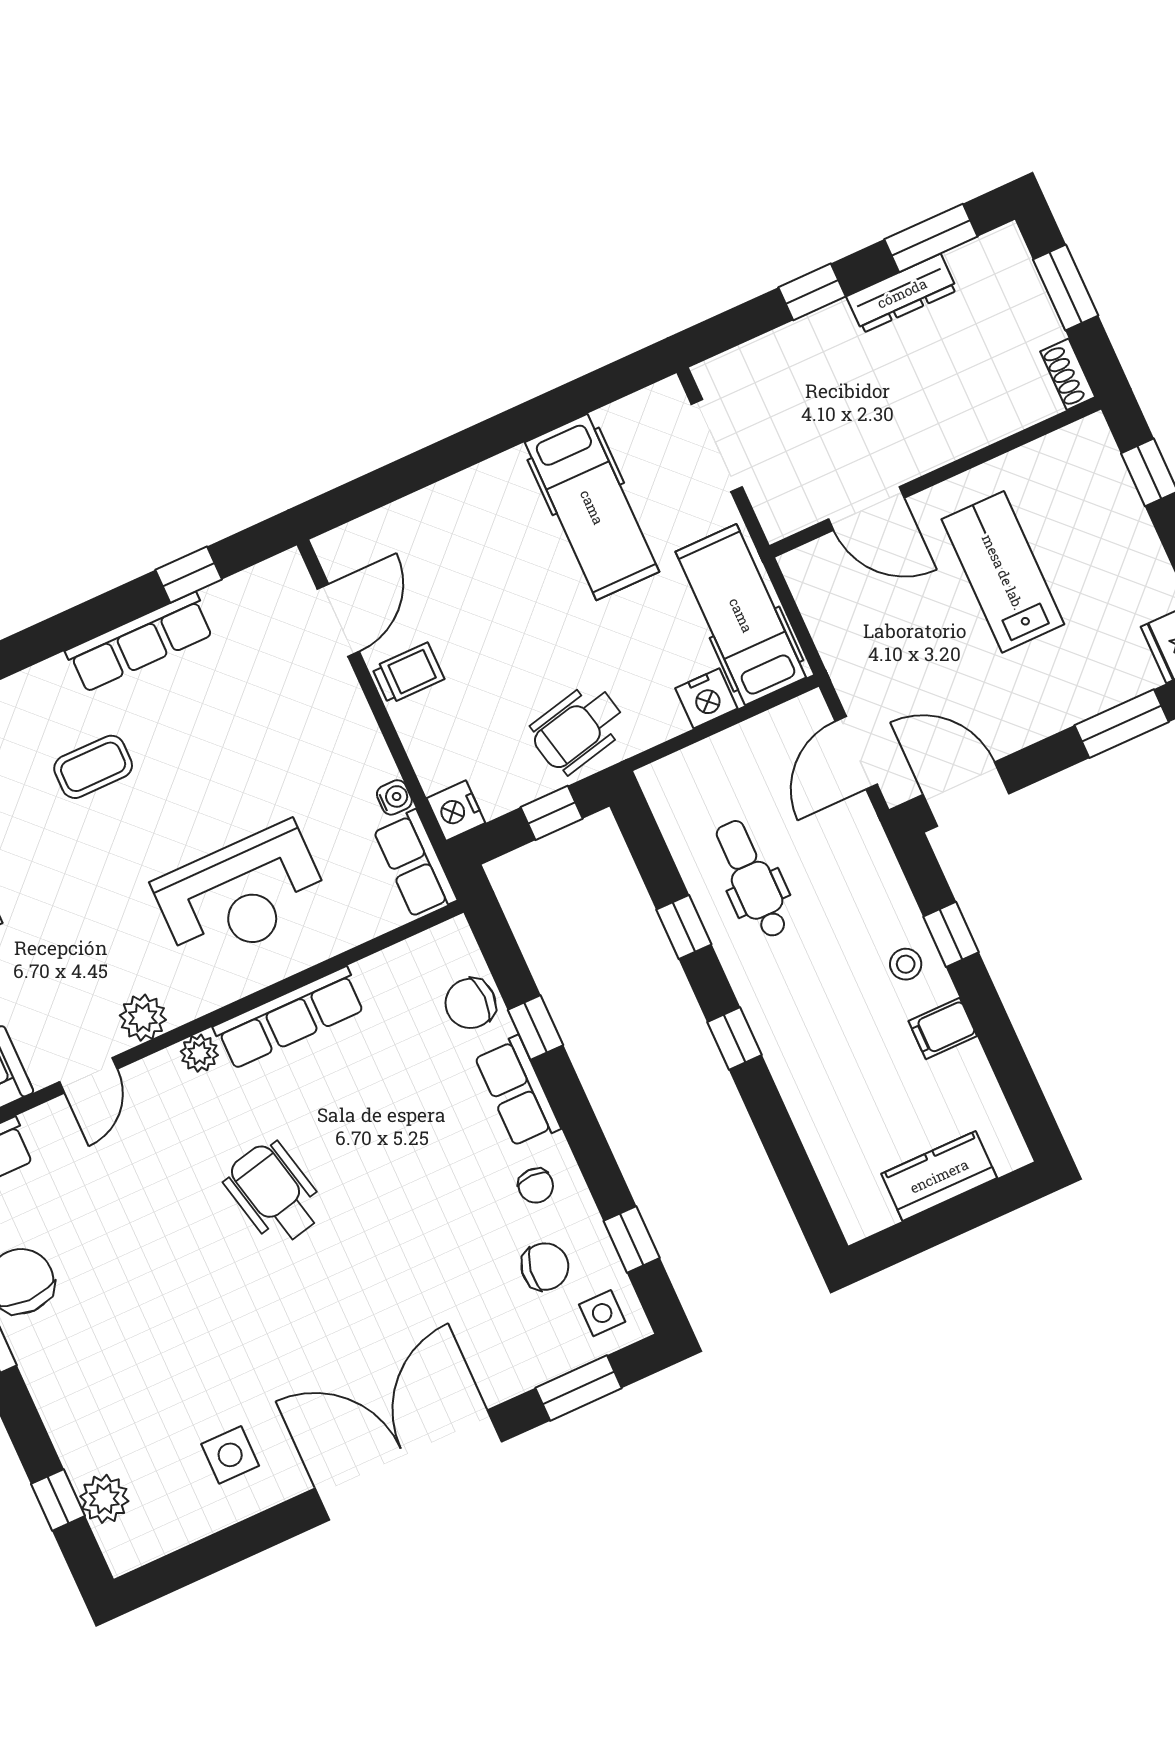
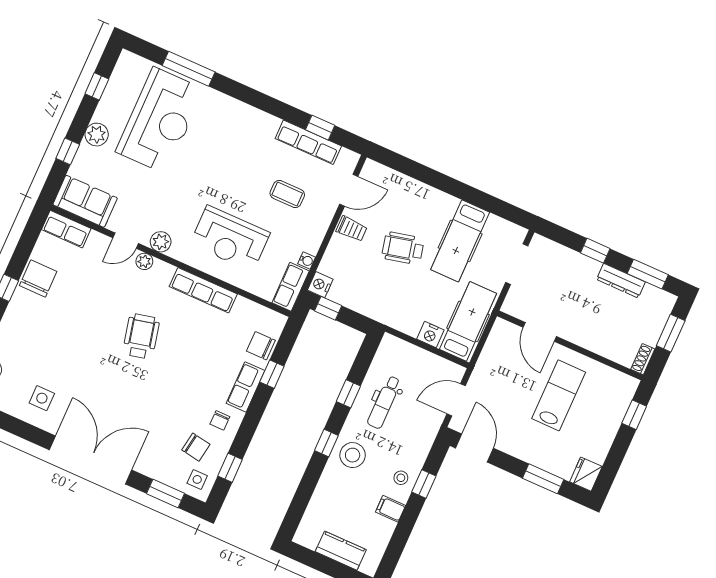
row of seats: (140, 642) -> (308, 142), moved
wheelchair: (578, 729) -> (403, 248), moved
coffee table: (93, 767) -> (287, 194), moved
window: (552, 813) -> (328, 308), moved
dental chair: (752, 879) -> (384, 402), turned 180
stool: (794, 1012) -> (353, 455), added
plant: (199, 1053) -> (144, 261), moved

